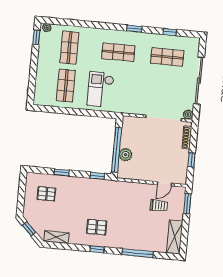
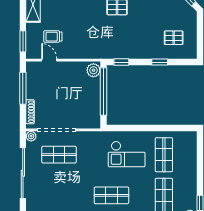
shop shelf: (167, 57) -> (59, 155), moved
checkout: (100, 89) -> (127, 154), turned 90
plant: (126, 155) -> (93, 70), moved
window: (191, 160) -> (23, 88), width x2.17
door: (164, 184) -> (49, 60), hinge flipped

